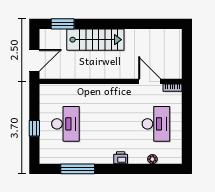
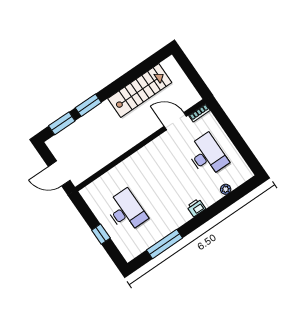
window: (92, 24) -> (88, 105), added
stairs: (95, 40) -> (140, 91), moved
door: (34, 60) -> (59, 173), swing flipped

